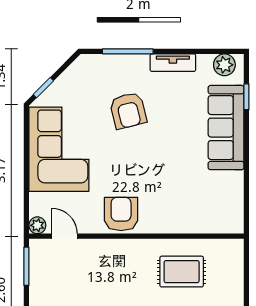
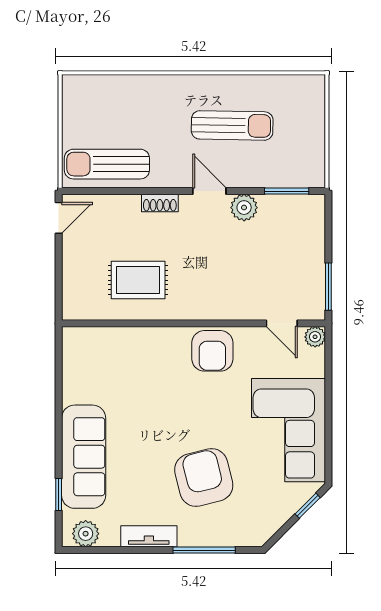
armchair: (128, 111) -> (204, 478), width x1.36, depth x1.36

